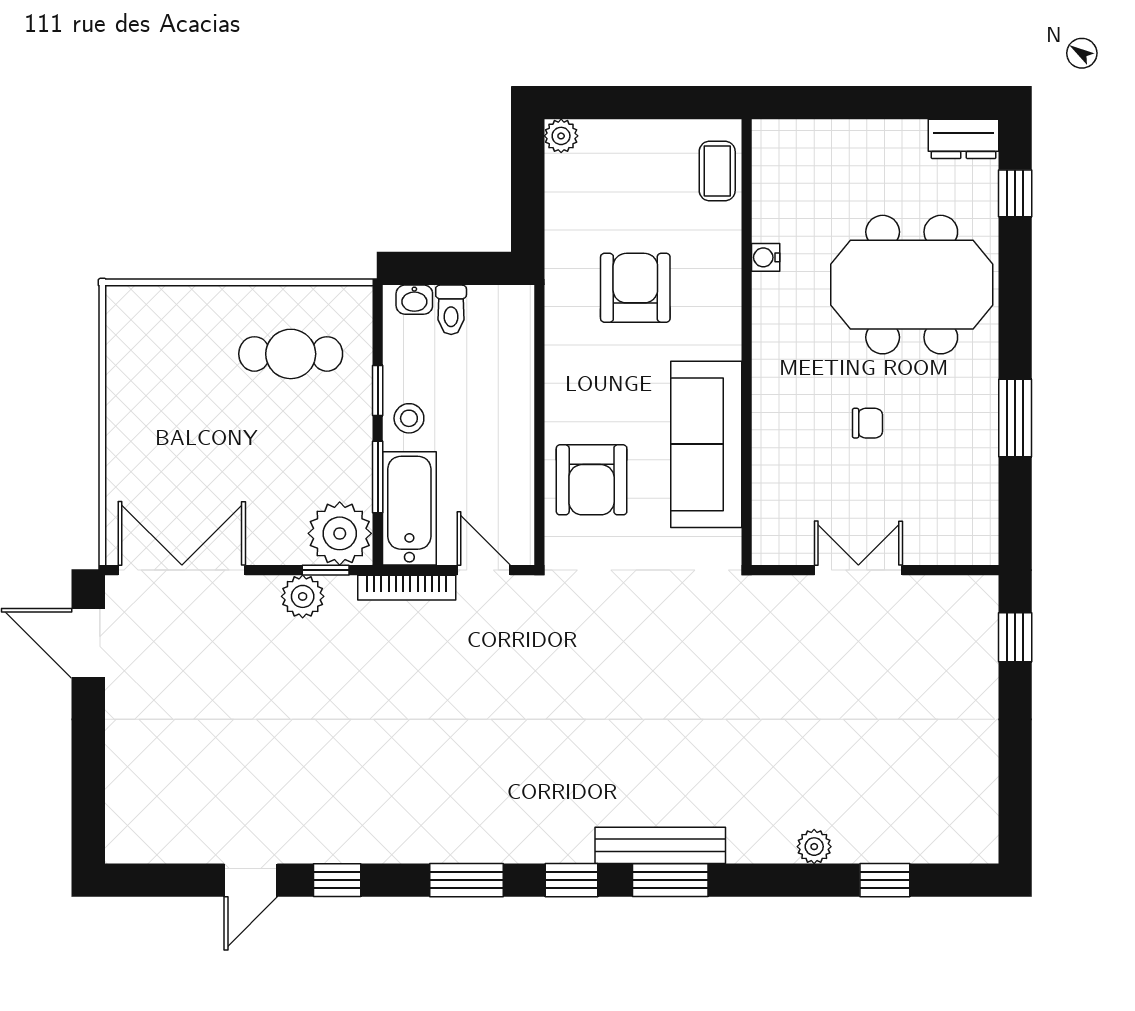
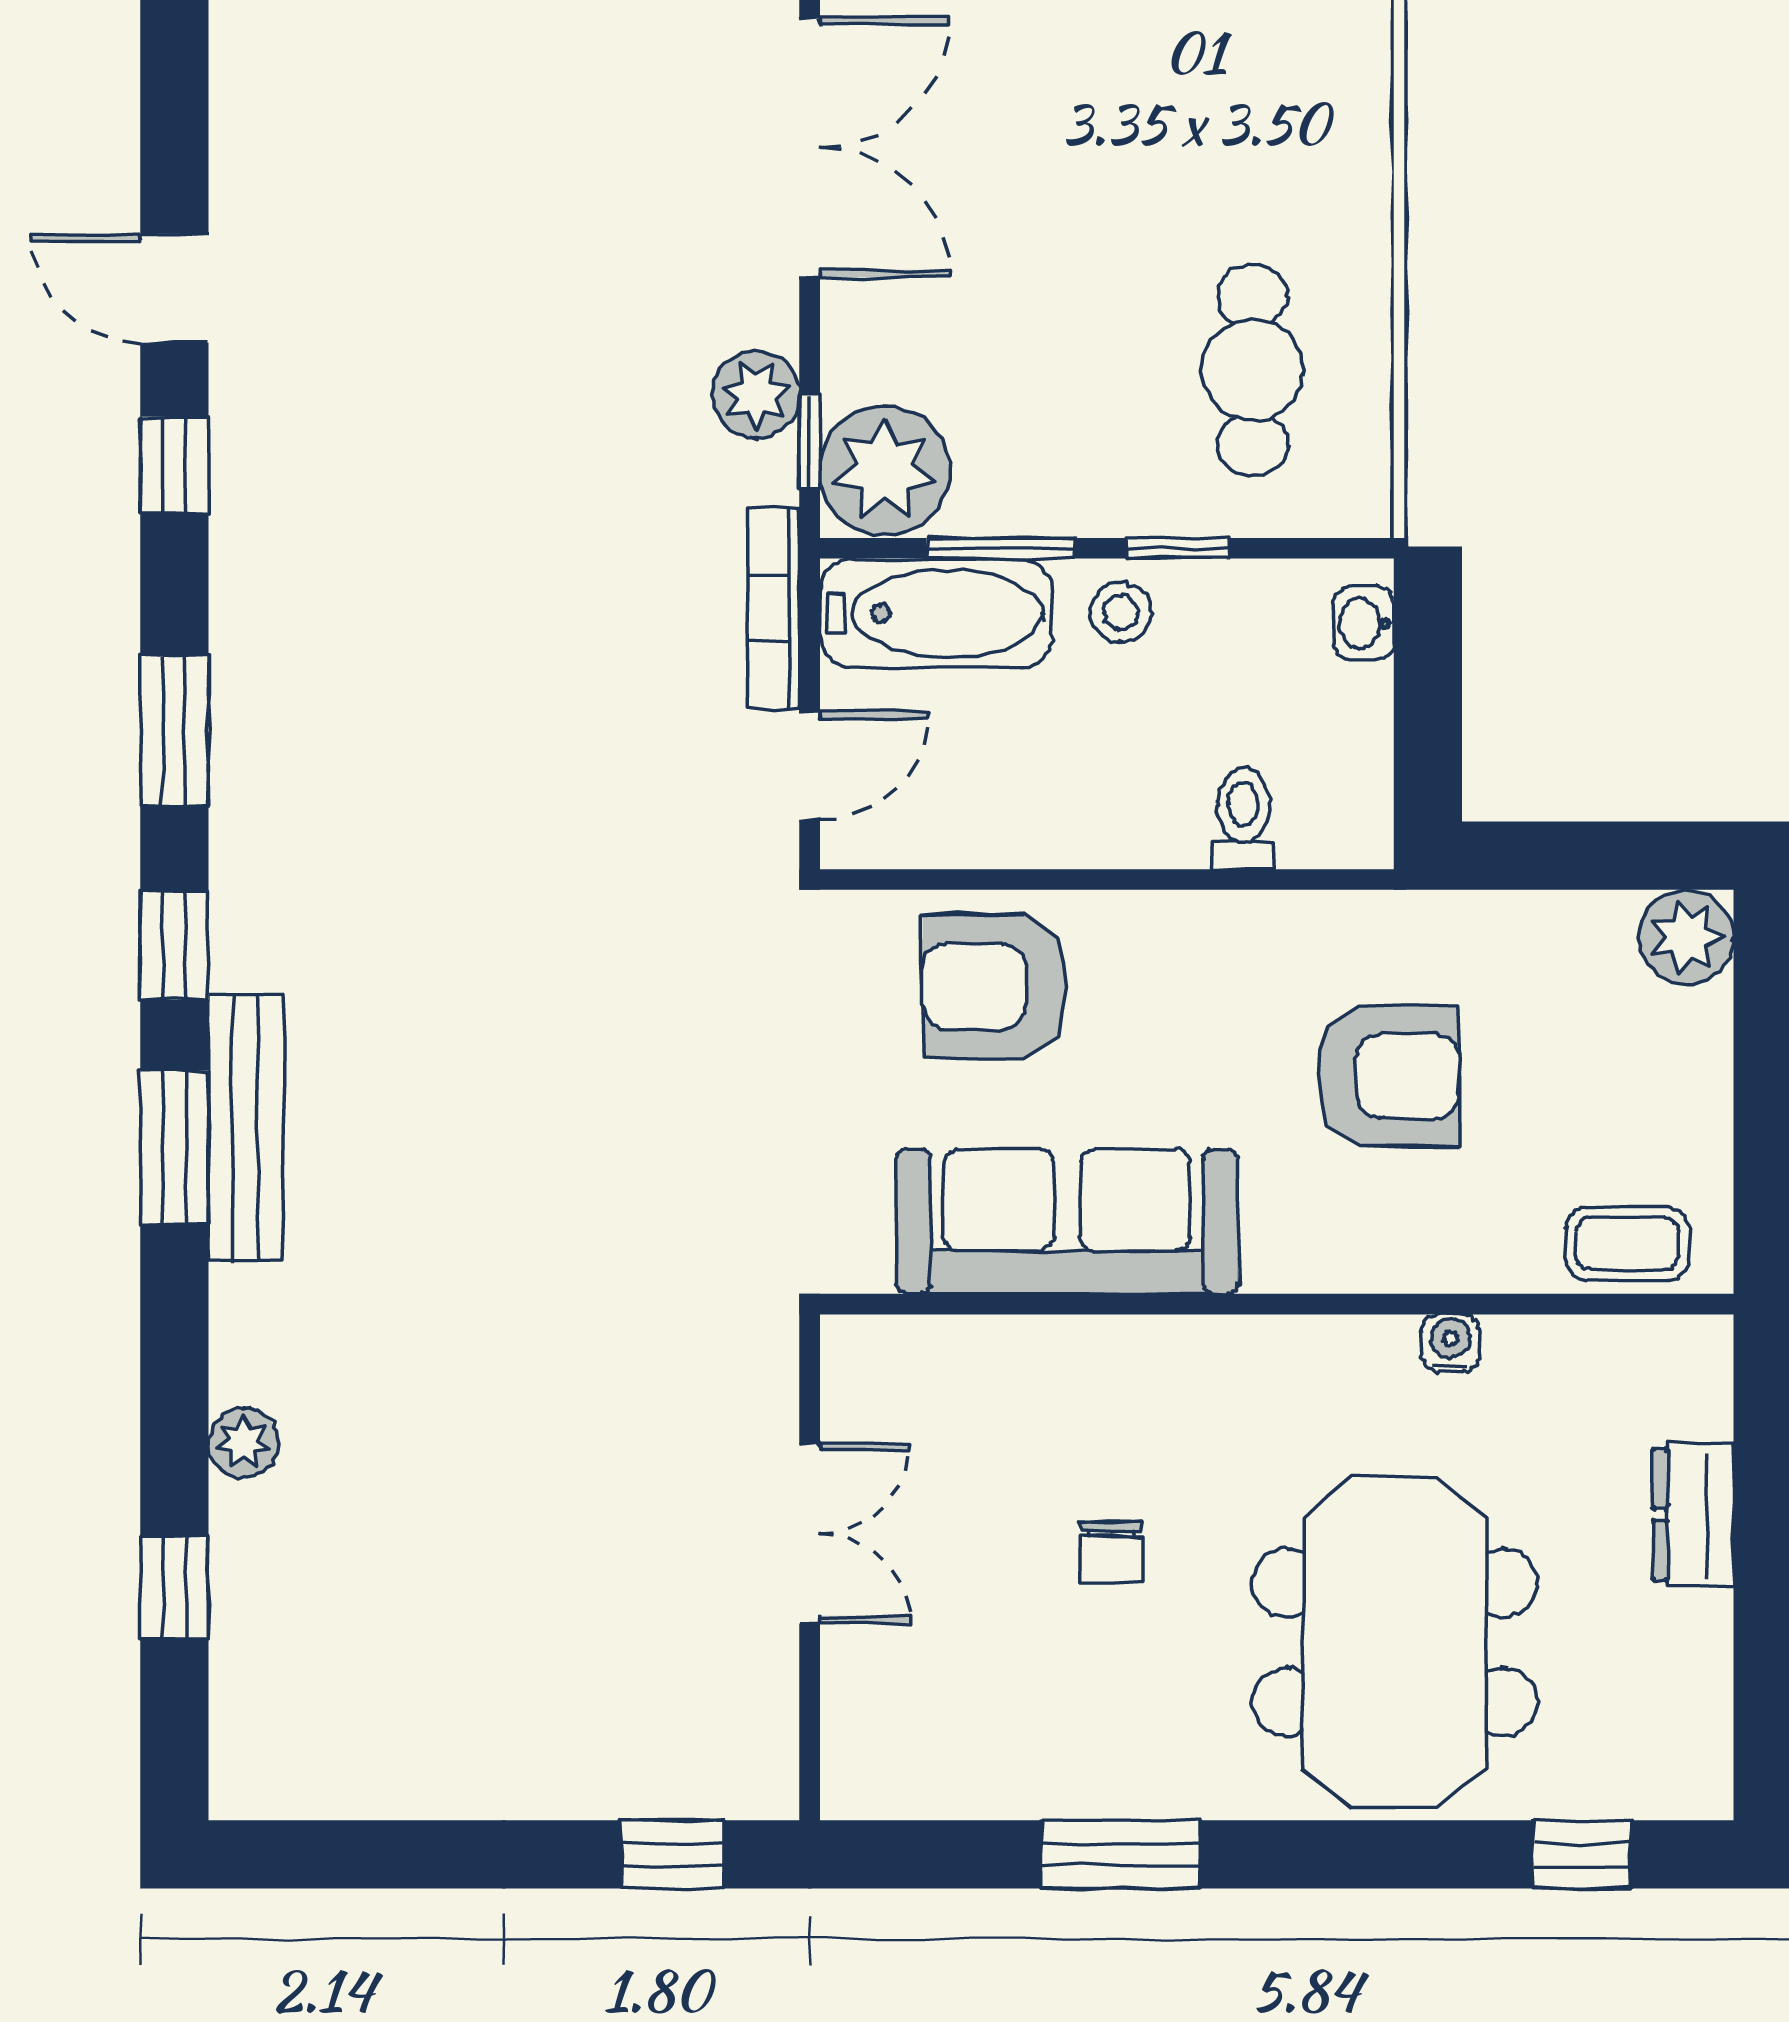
plant: (561, 136) -> (1686, 937), width x1.38, depth x1.38
dresser: (964, 139) -> (1693, 1515), moved
toilet: (451, 310) -> (1243, 818), moved, turned 90

